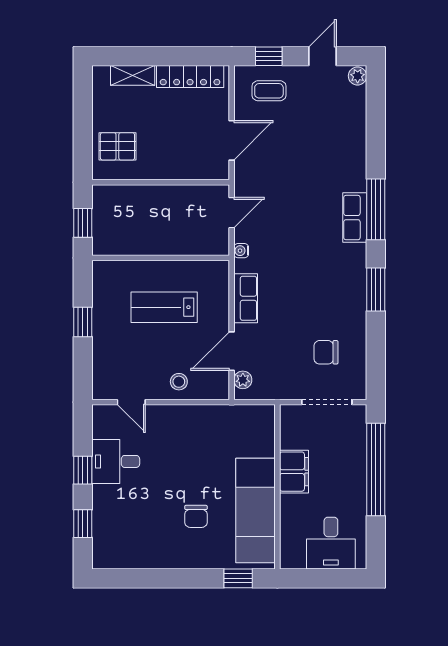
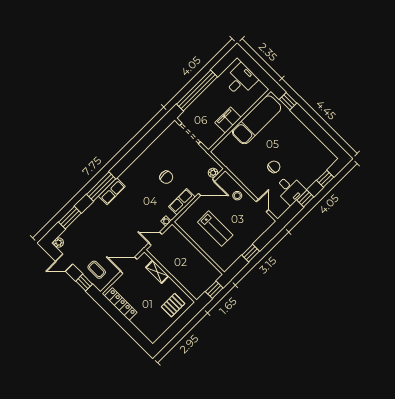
shelving: (133, 75) -> (157, 272), moved
pallet: (117, 146) -> (173, 305), turned 90
window: (376, 289) -> (70, 218), moved
chair: (326, 352) -> (166, 177), moved
chair: (196, 516) -> (274, 167), moved

